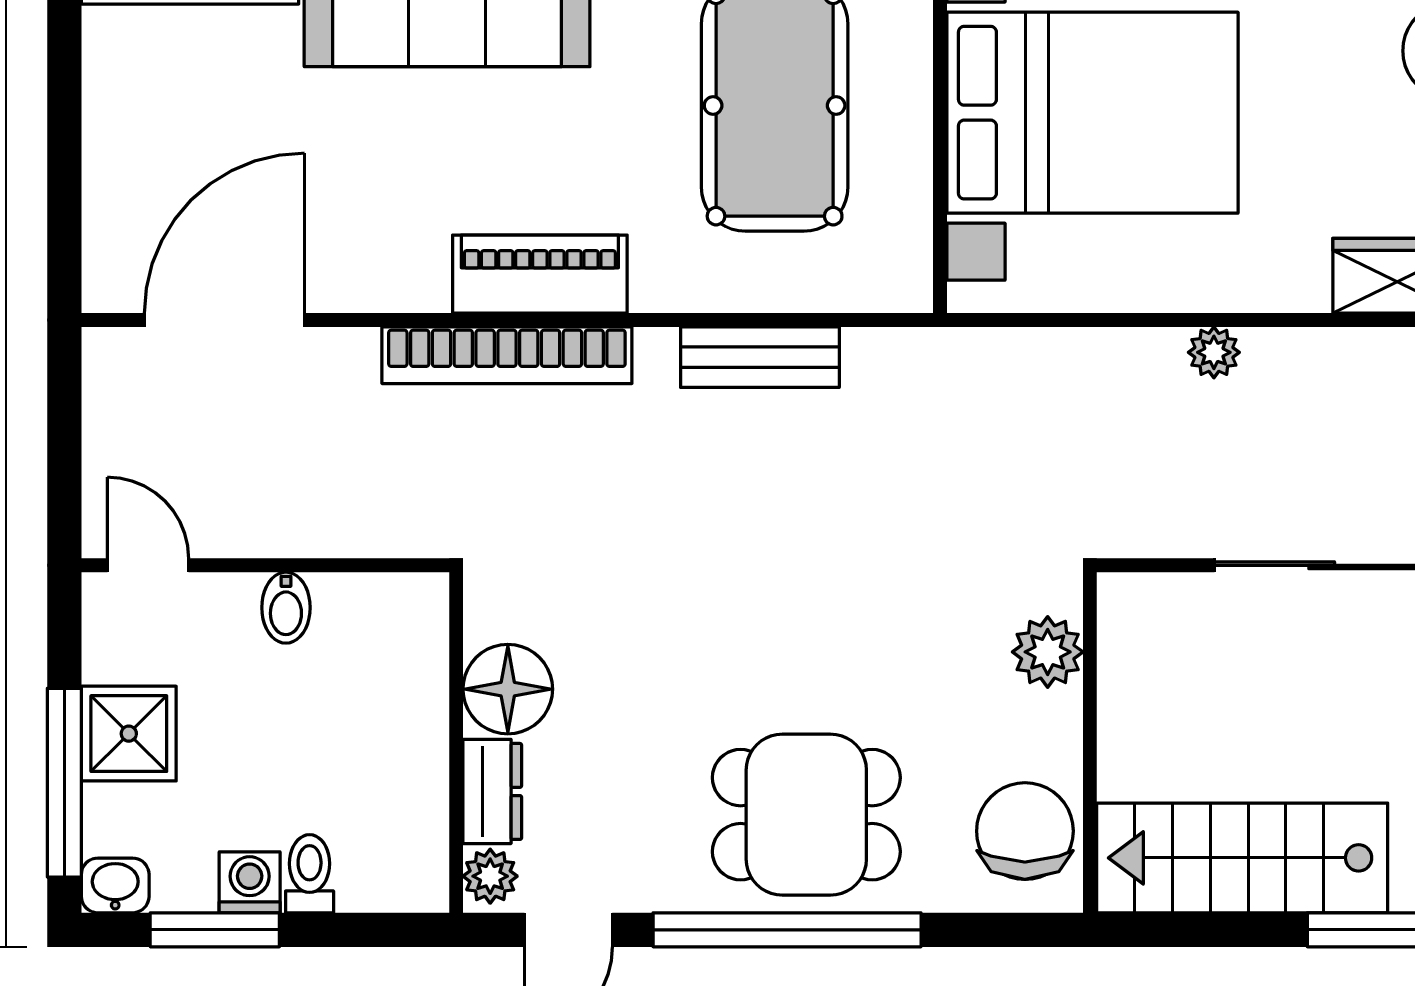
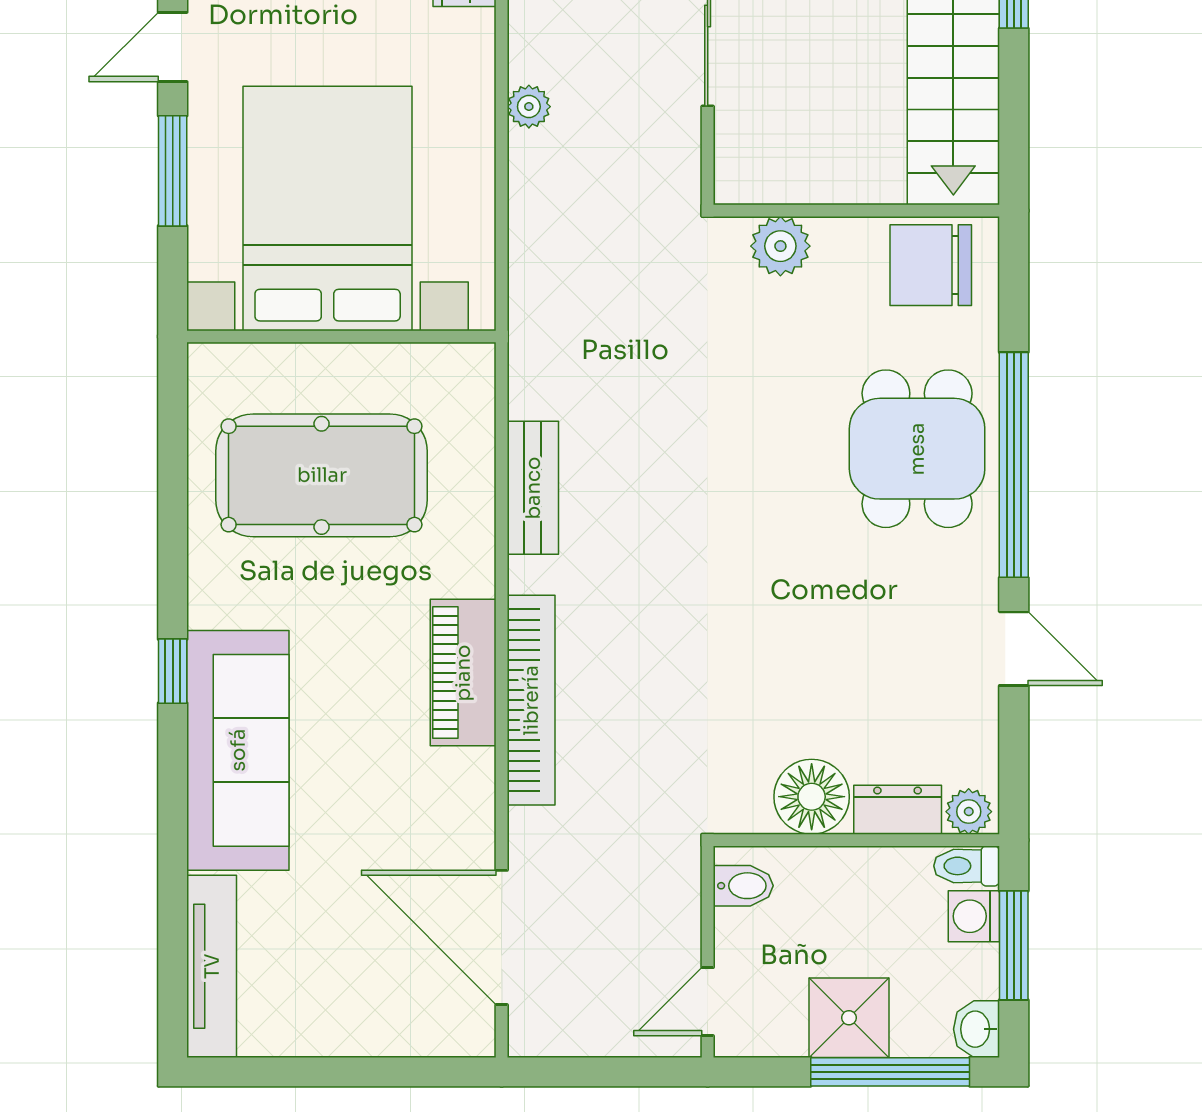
floor lamp: (508, 689) -> (812, 797), moved
wall: (456, 742) -> (856, 840), moved
dresser: (492, 791) -> (898, 810), moved
plant: (490, 876) -> (969, 812), moved

